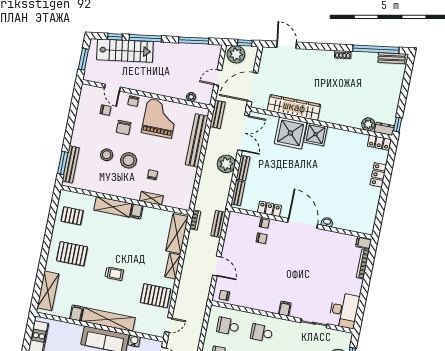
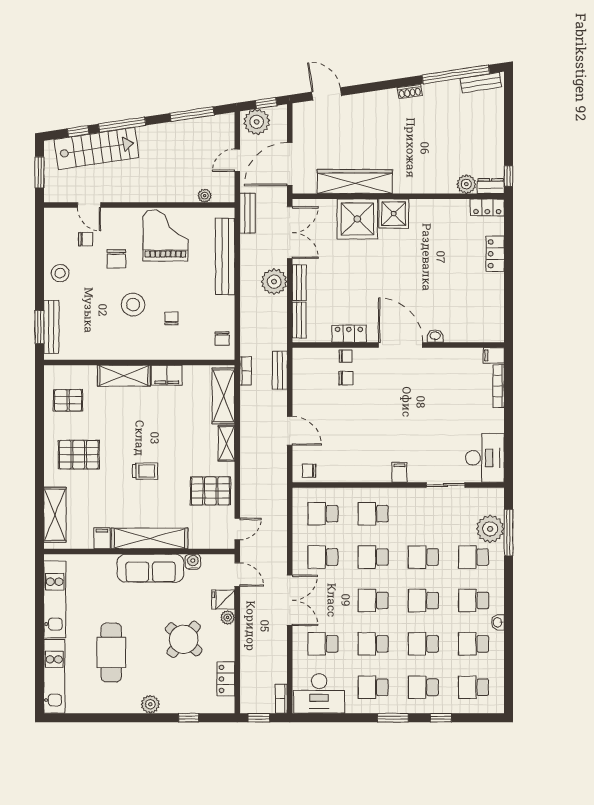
chair: (133, 101) -> (222, 339), moved
stool: (107, 155) -> (60, 273), moved
shelving: (151, 198) -> (177, 352), removed
filing cabinet: (137, 211) -> (167, 375), width x2.00

